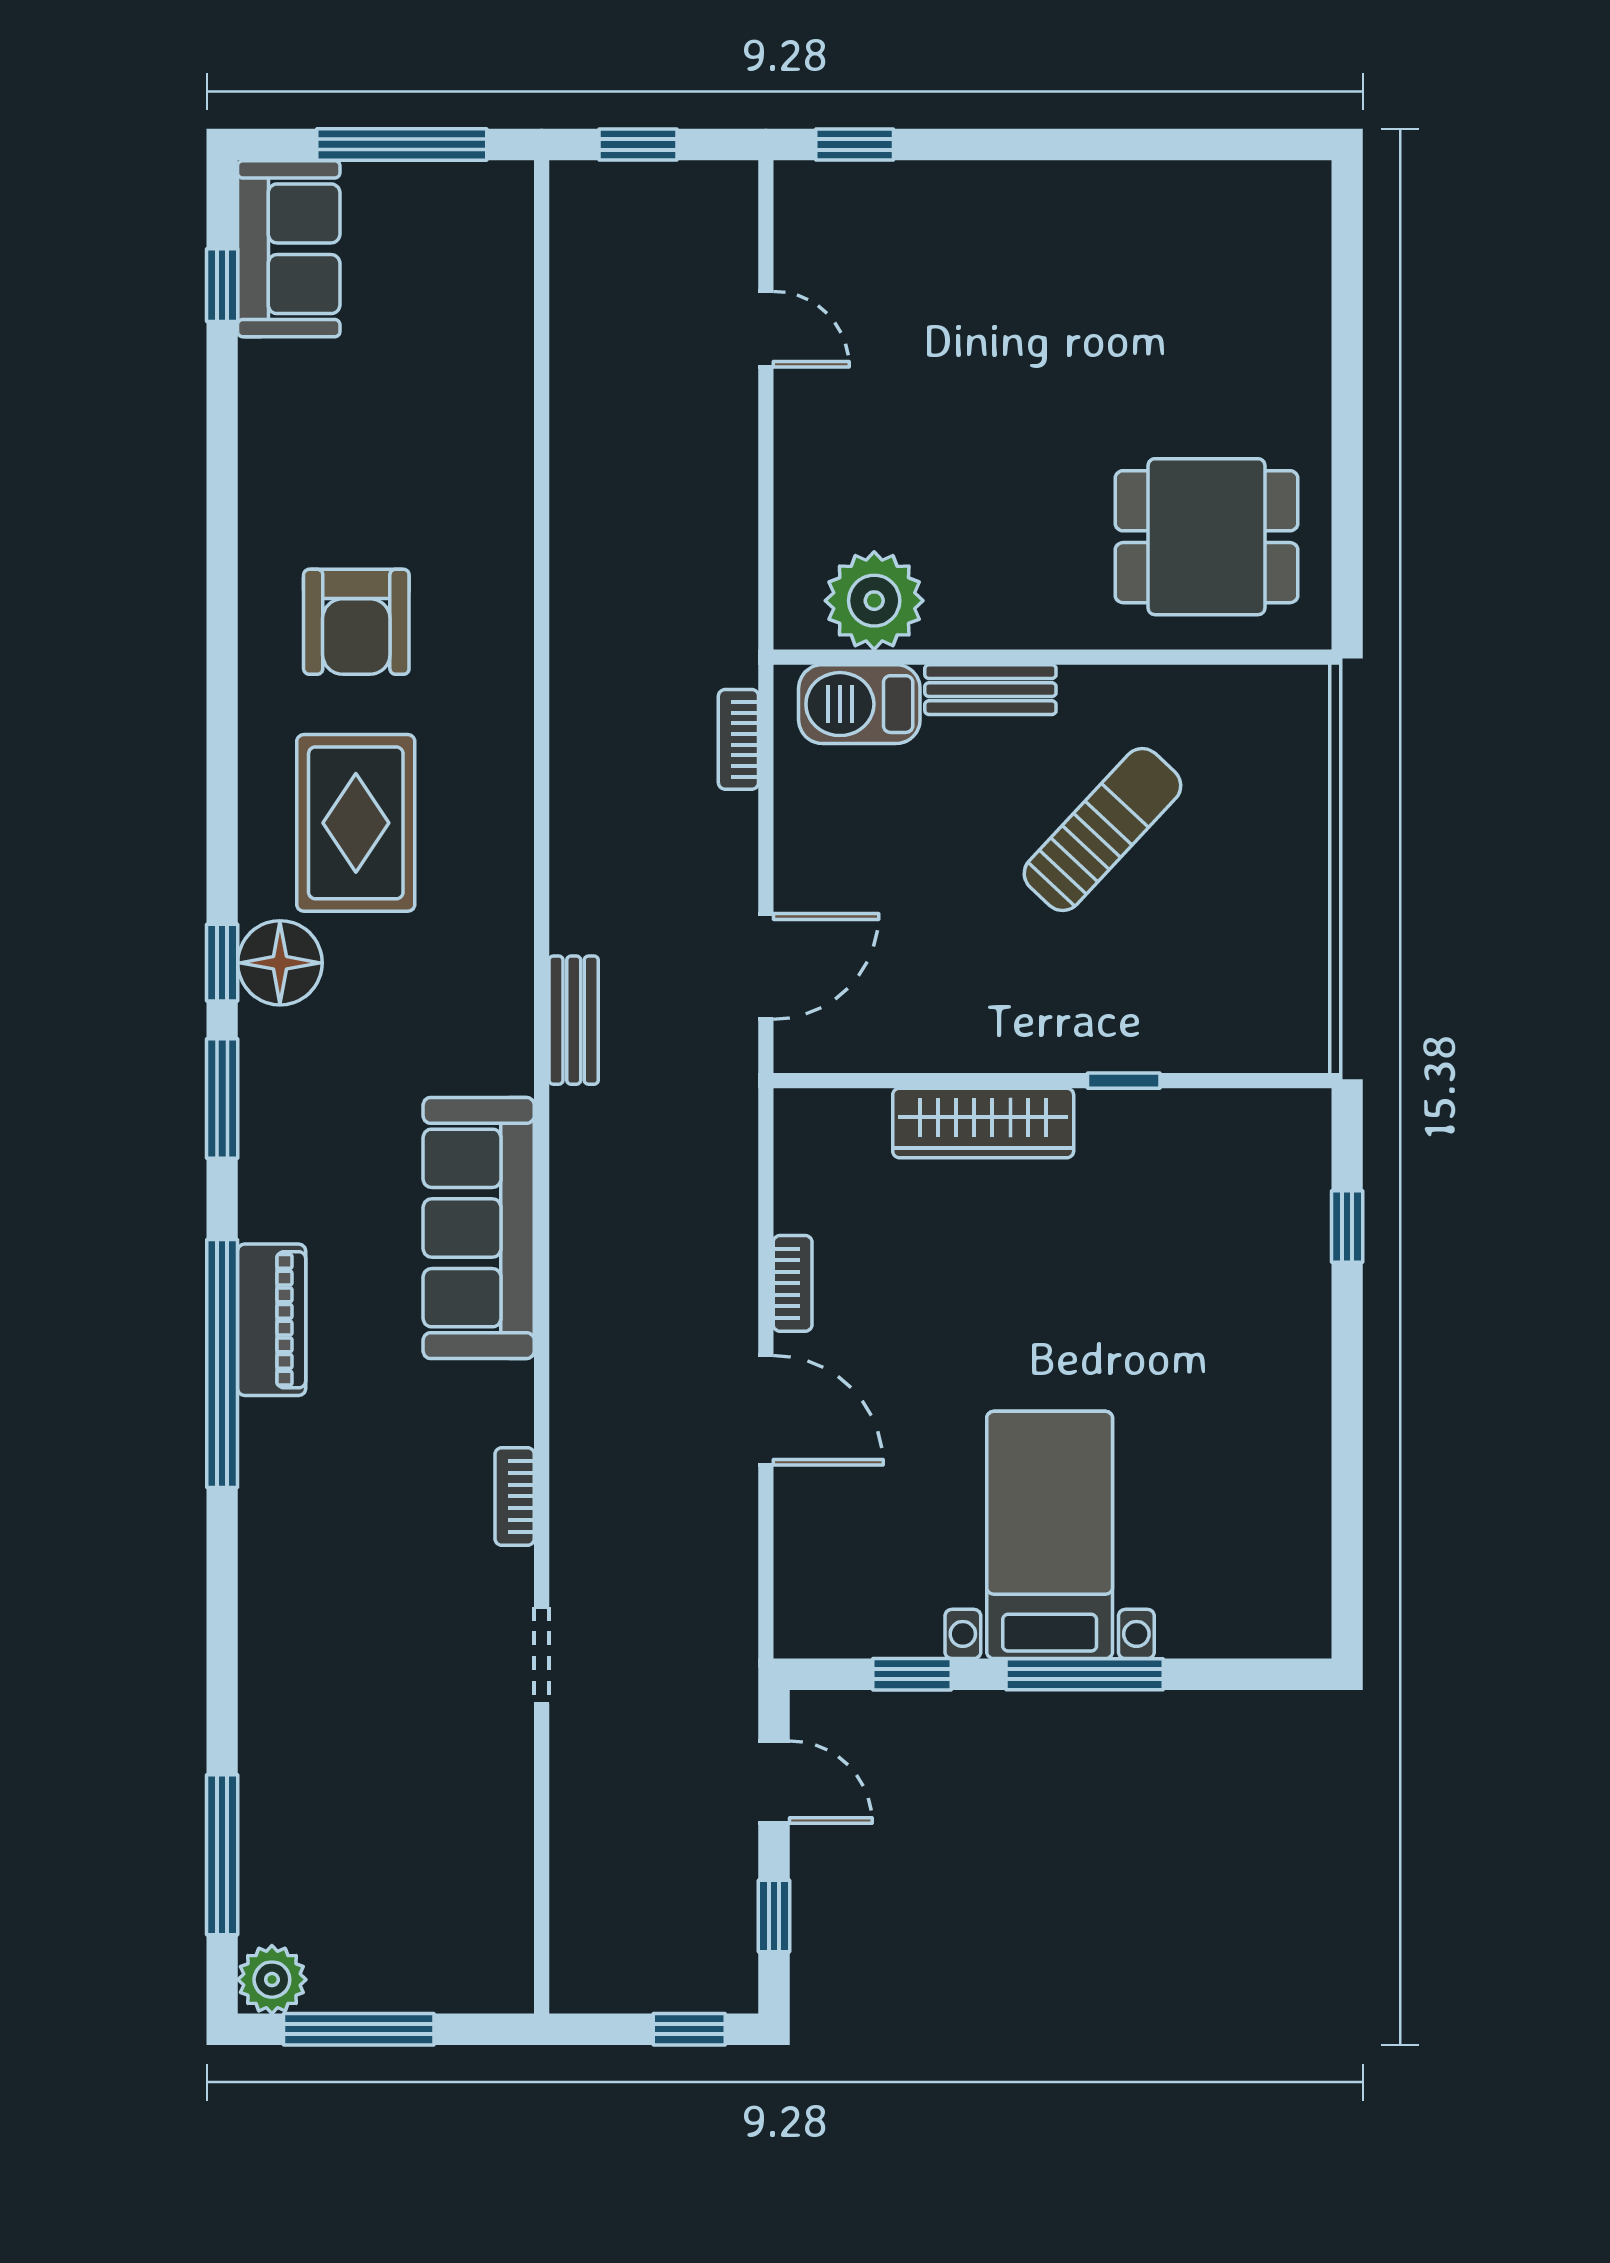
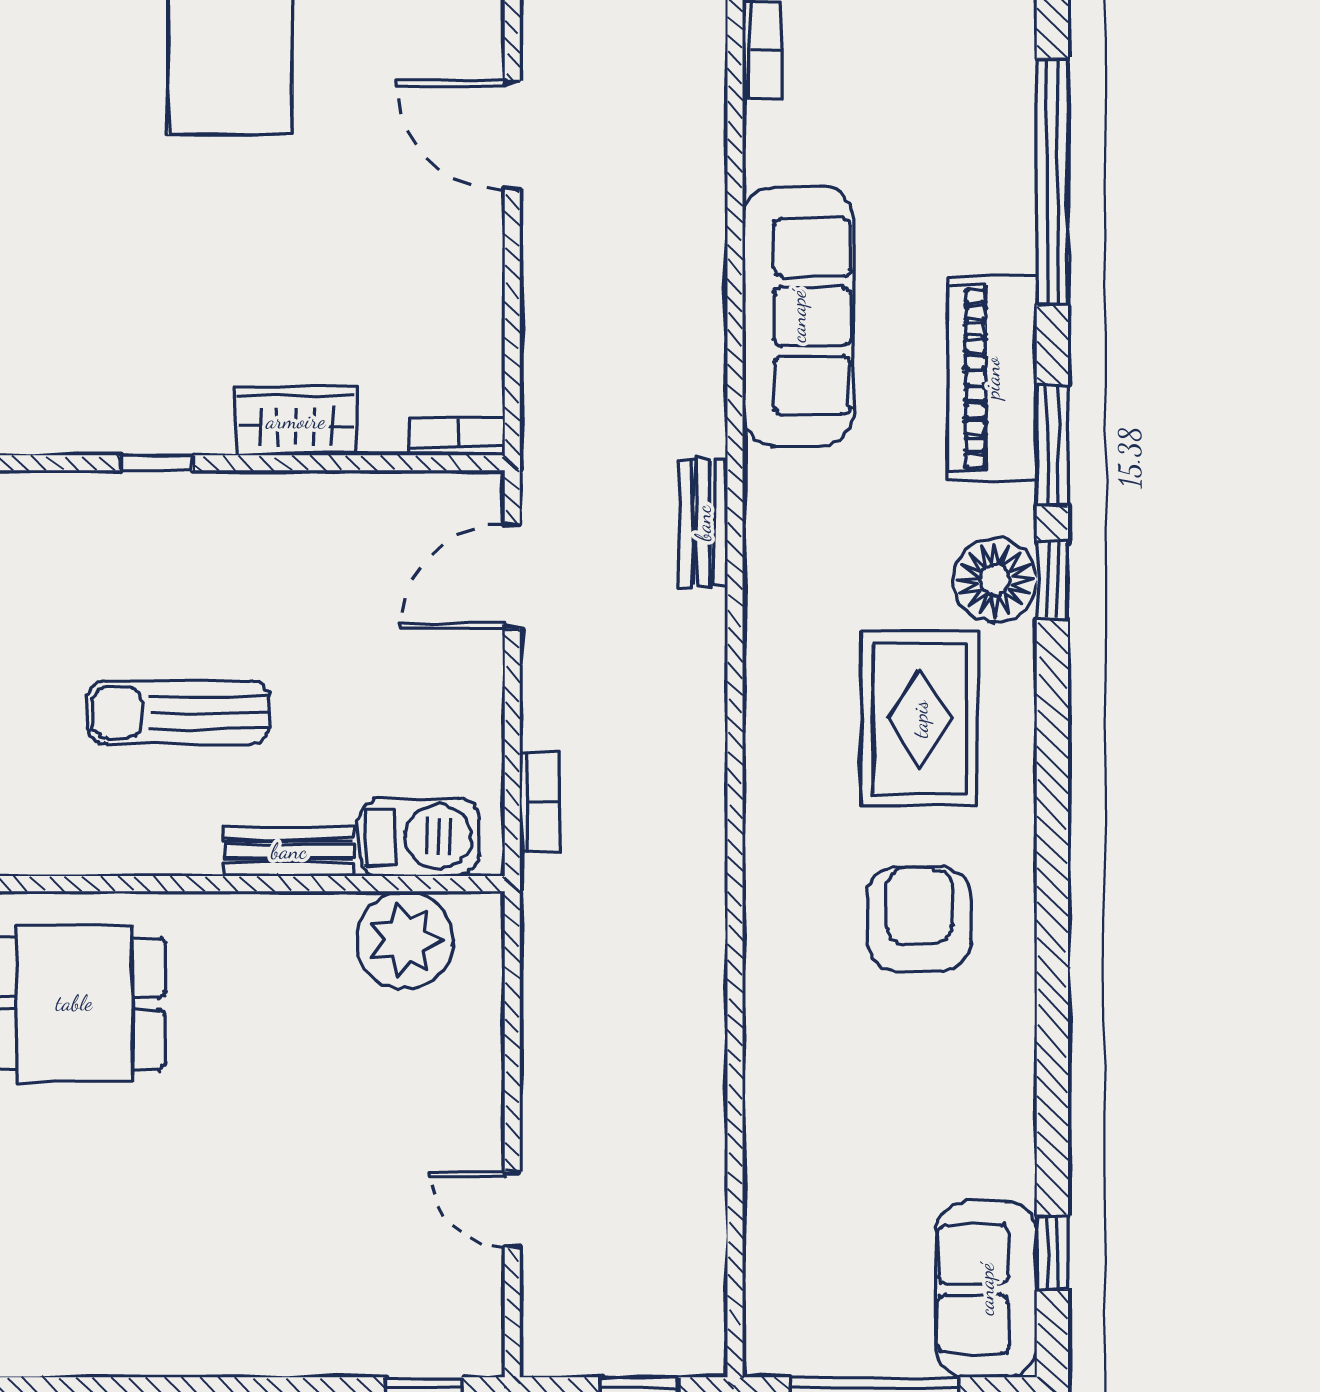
sun lounger: (1102, 829) -> (178, 712), turned 47
wardrobe: (983, 1123) -> (296, 421), width x0.67
bookcase: (793, 1283) -> (457, 436), moved, turned 90
piano: (272, 1320) -> (992, 378), moved, width x1.37, depth x1.33

